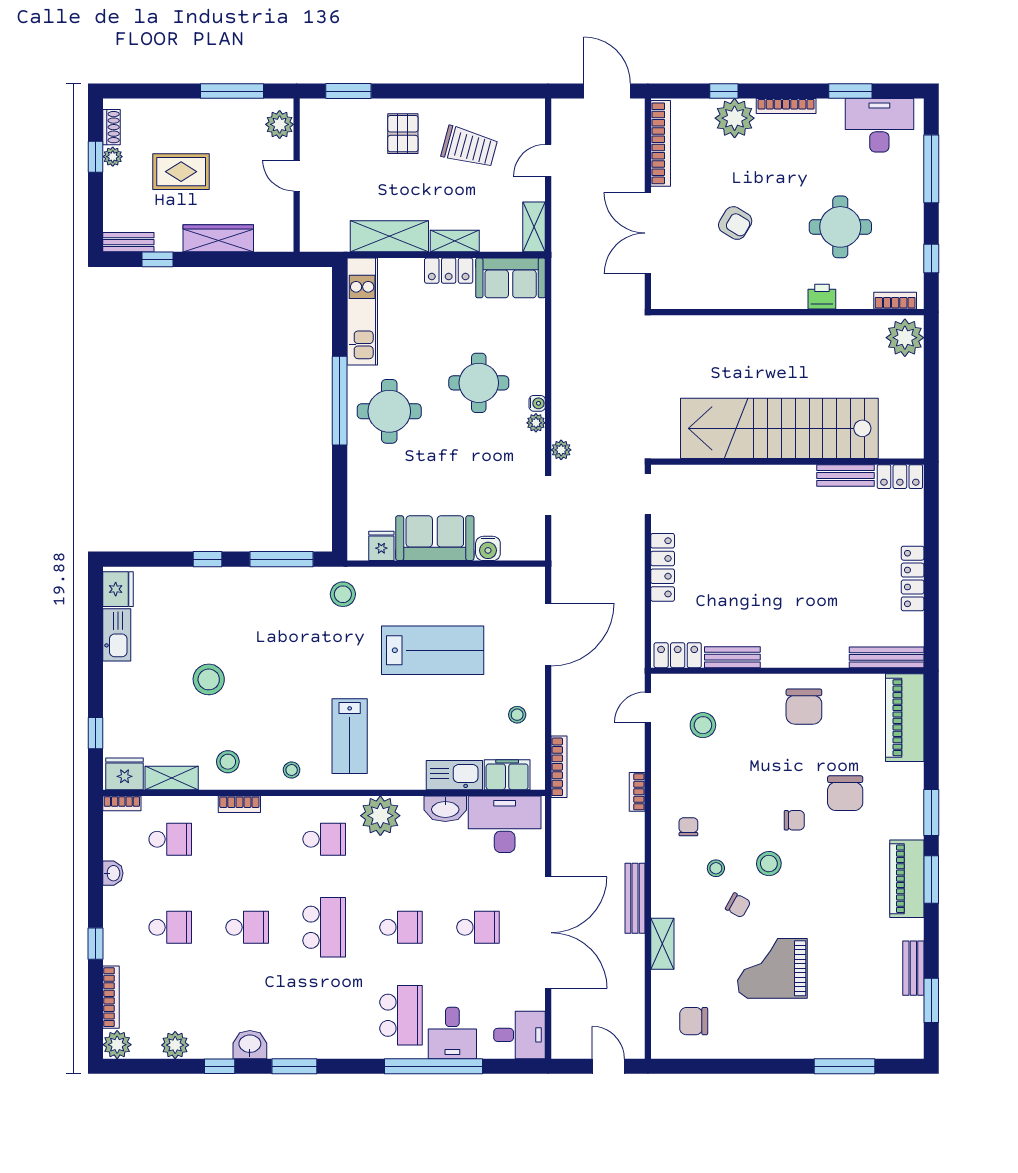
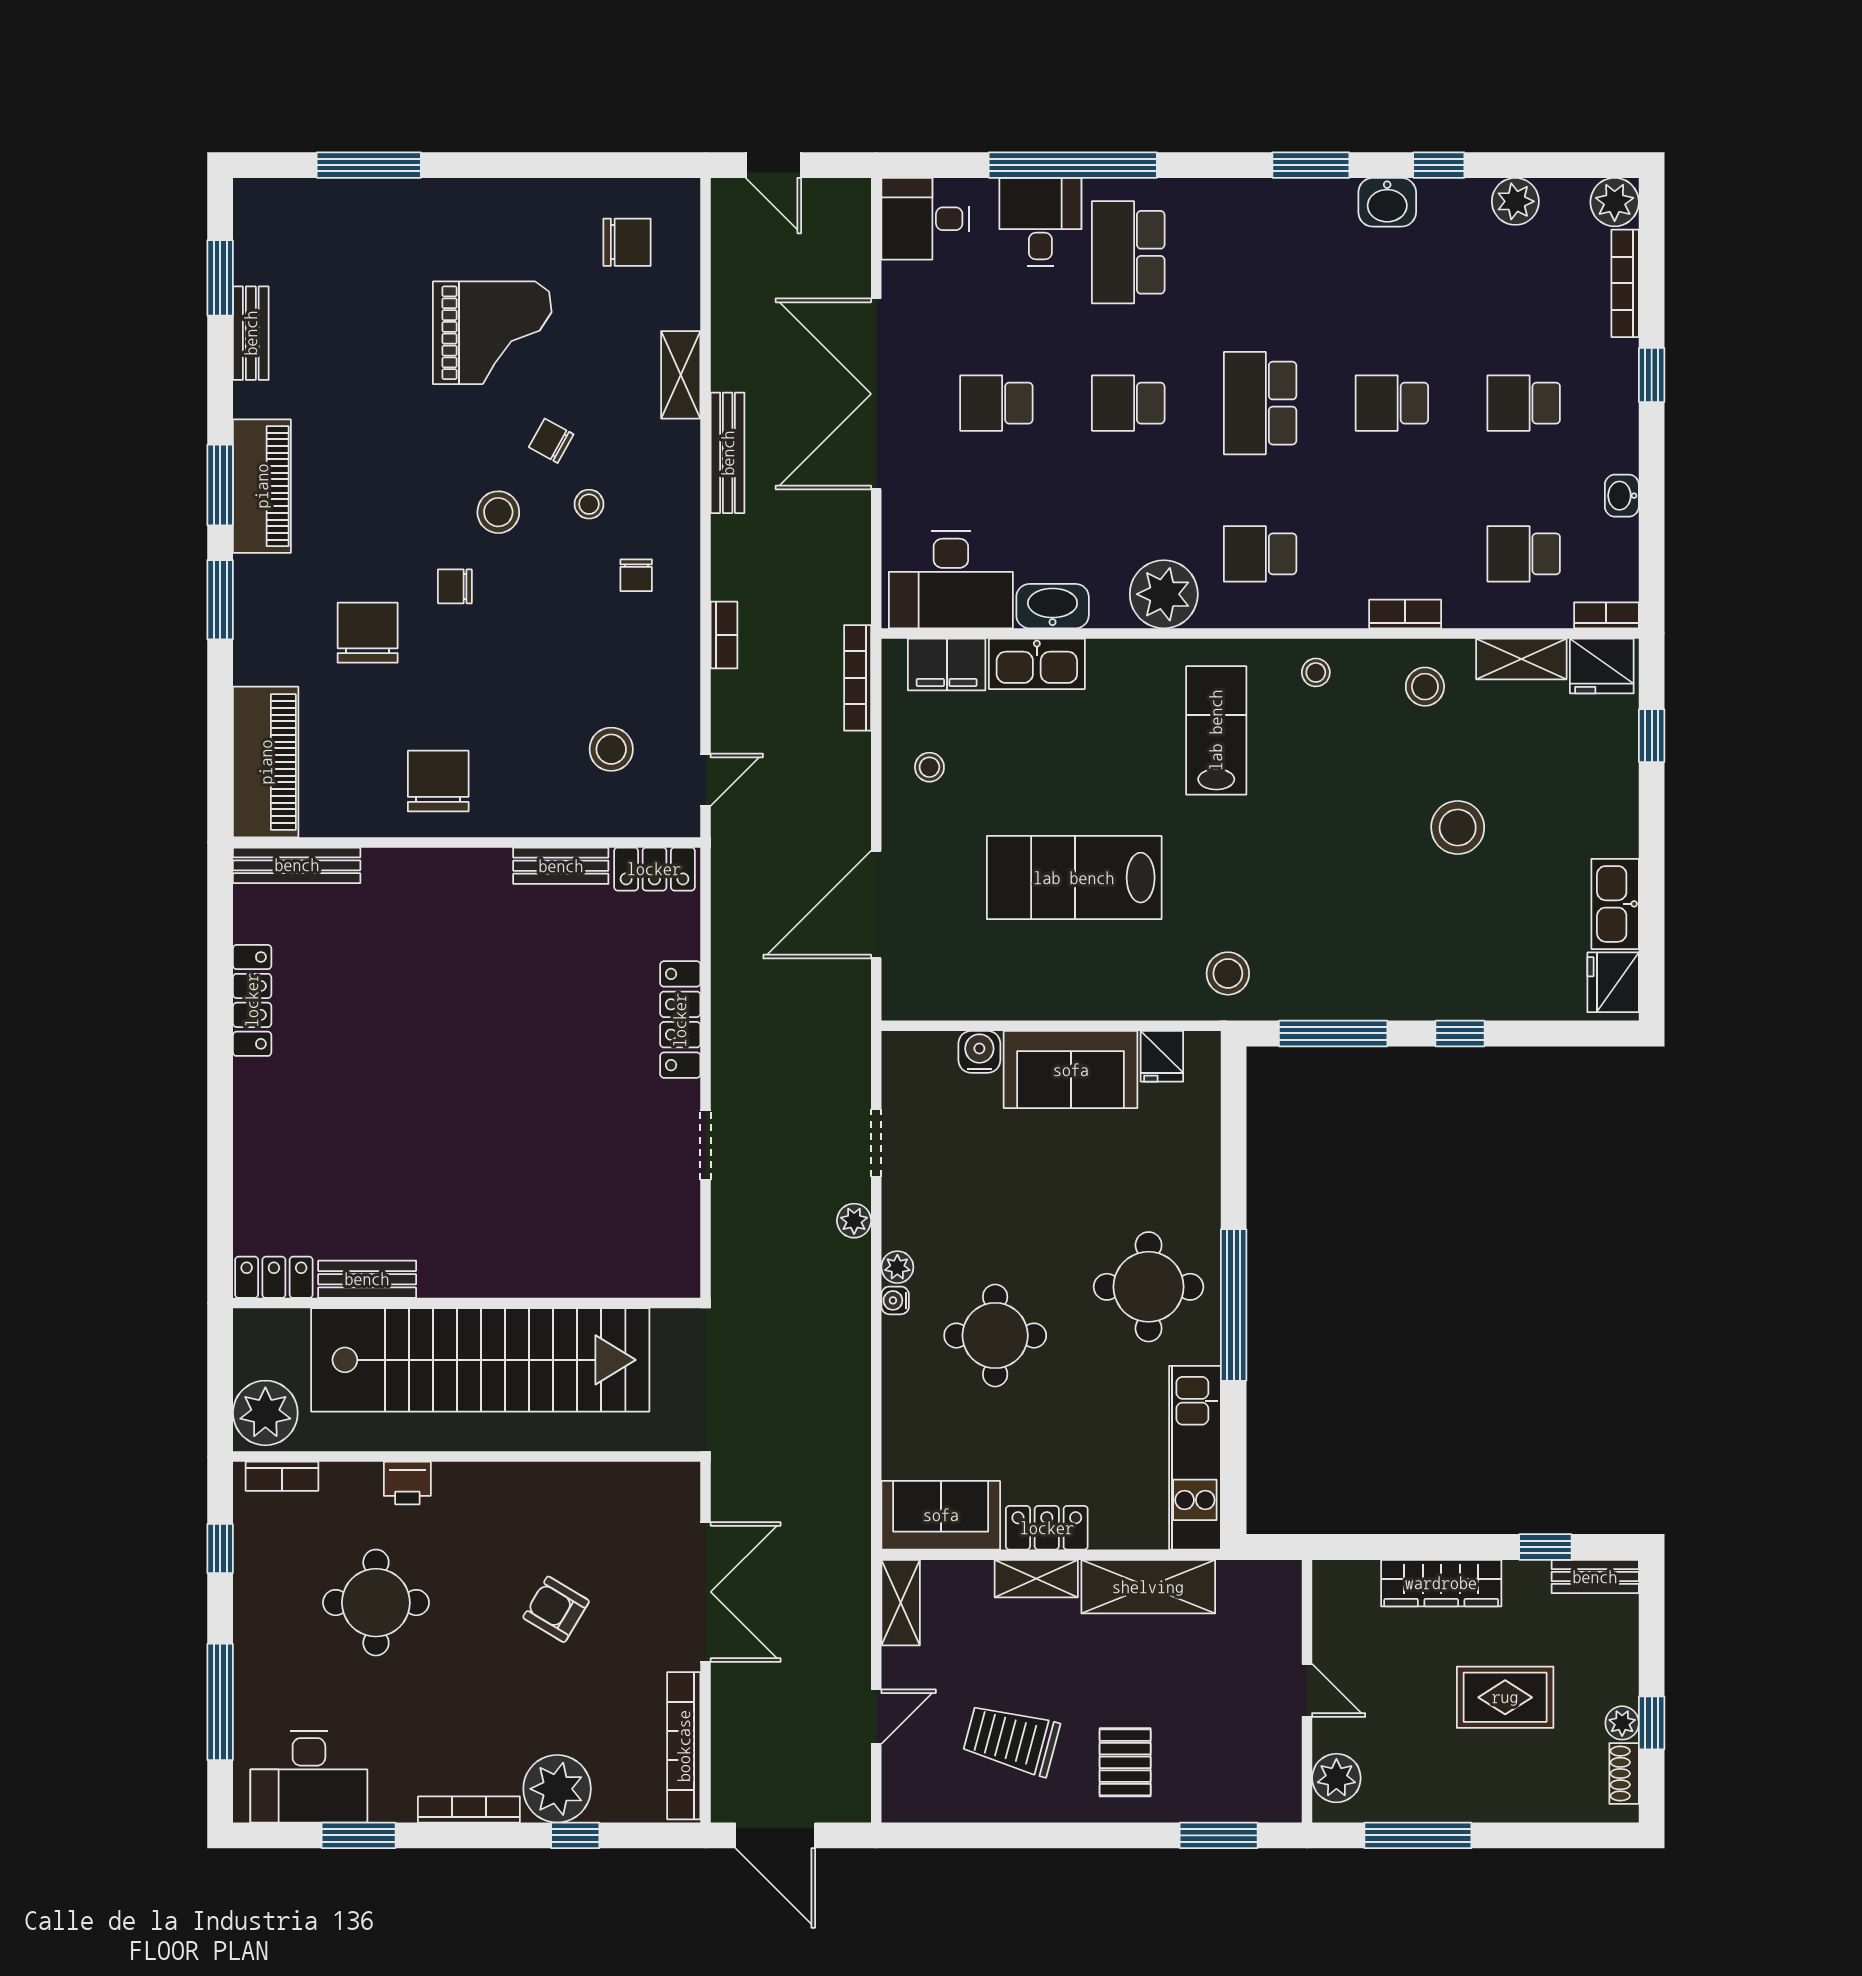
stairs: (779, 428) -> (480, 1360), moved
wall: (787, 462) -> (467, 1303), moved
bench: (845, 475) -> (367, 1279), moved
locker: (900, 477) -> (274, 1277), moved

